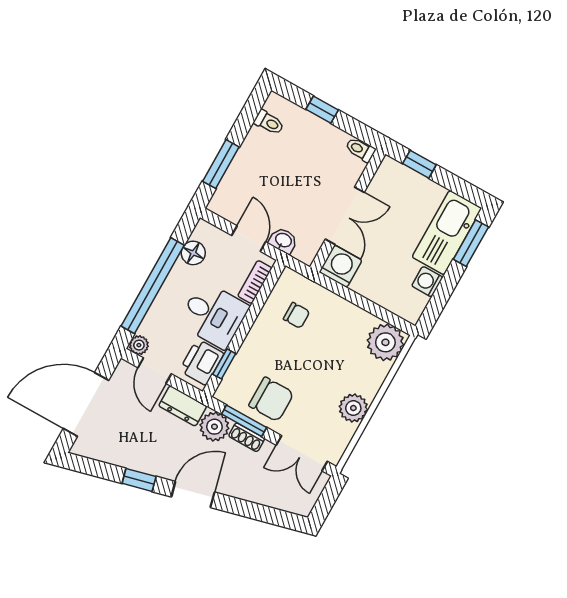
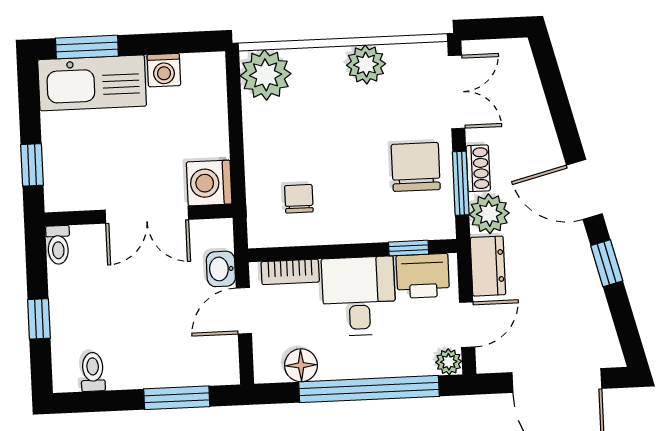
double door: (345, 216) -> (147, 215), swing flipped

